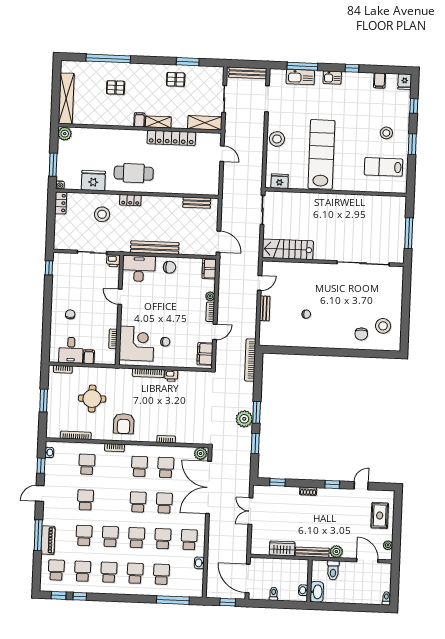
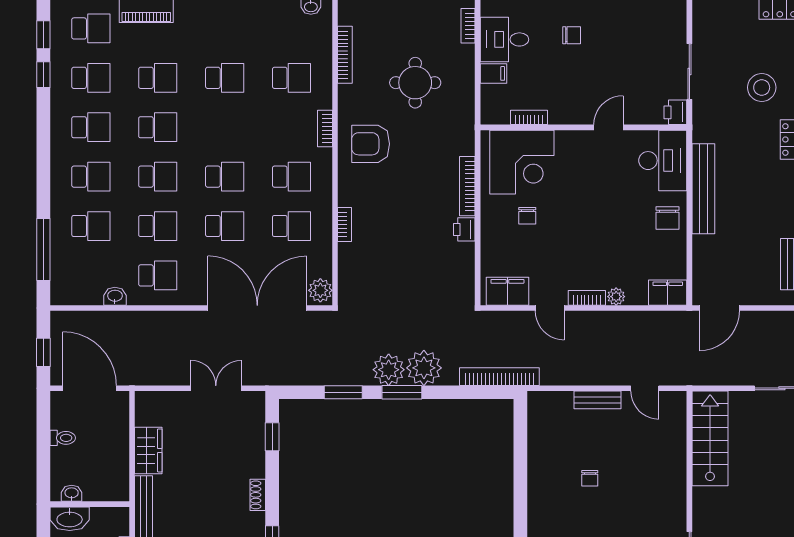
plant: (244, 400) -> (424, 368), added
door: (248, 578) -> (90, 388), hinge flipped

